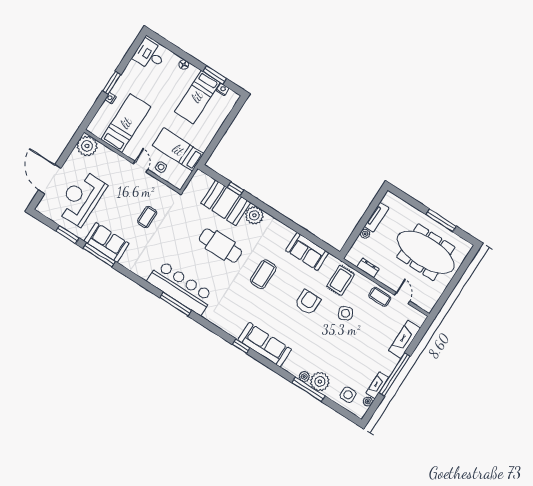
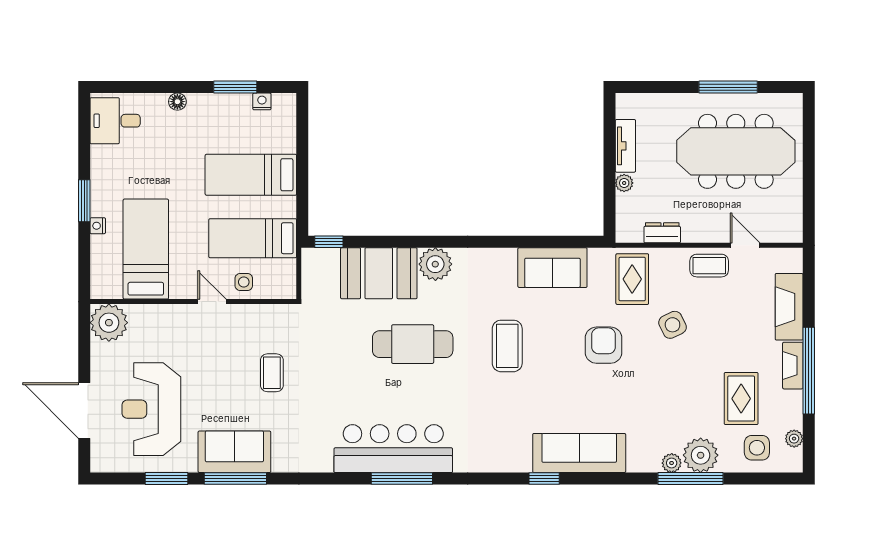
bed: (197, 97) -> (251, 175), moved, turned 90
window: (235, 189) -> (329, 242), moved
rug: (355, 367) -> (741, 399), added
fireplace: (377, 385) -> (793, 366), moved

